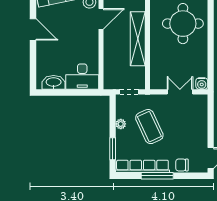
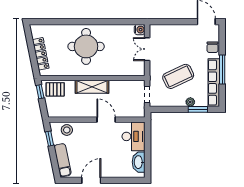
door: (101, 19) -> (106, 120), moved
shelving: (138, 39) -> (92, 87), width x0.68
plant: (121, 124) -> (190, 102), moved

